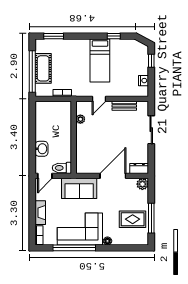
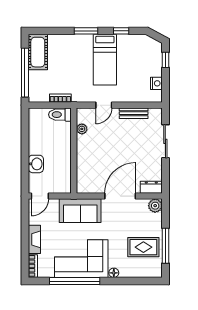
window: (54, 36) -> (86, 31), moved
cot: (43, 68) -> (38, 52), moved
toilet: (62, 168) -> (60, 115), moved

